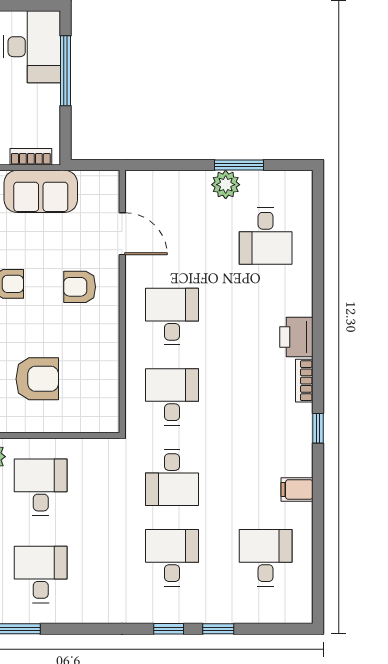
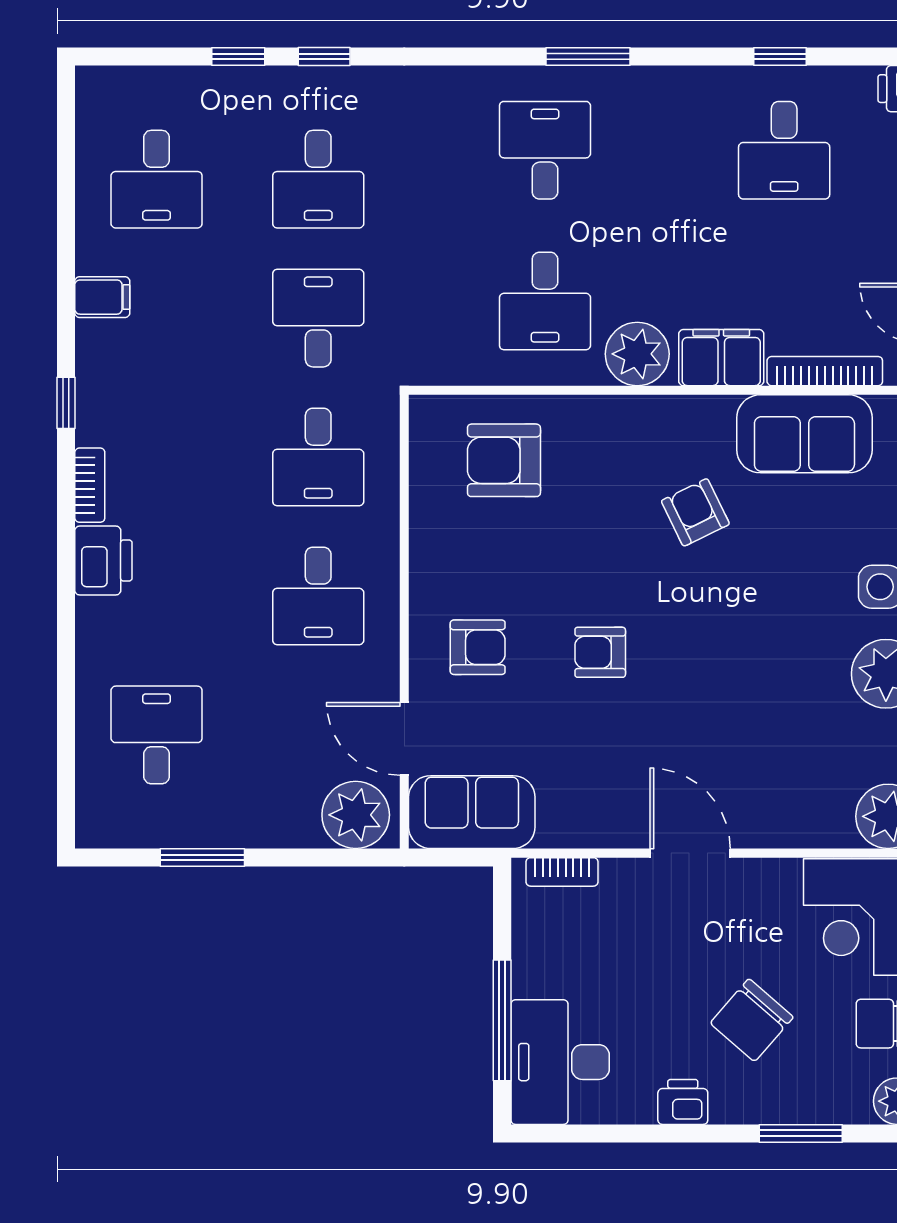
plant: (226, 185) -> (356, 815), moved, width x1.36, depth x1.36
sofa: (41, 191) -> (472, 812), moved
armchair: (37, 379) -> (504, 460), moved
desk: (41, 575) -> (545, 150), turned 180

